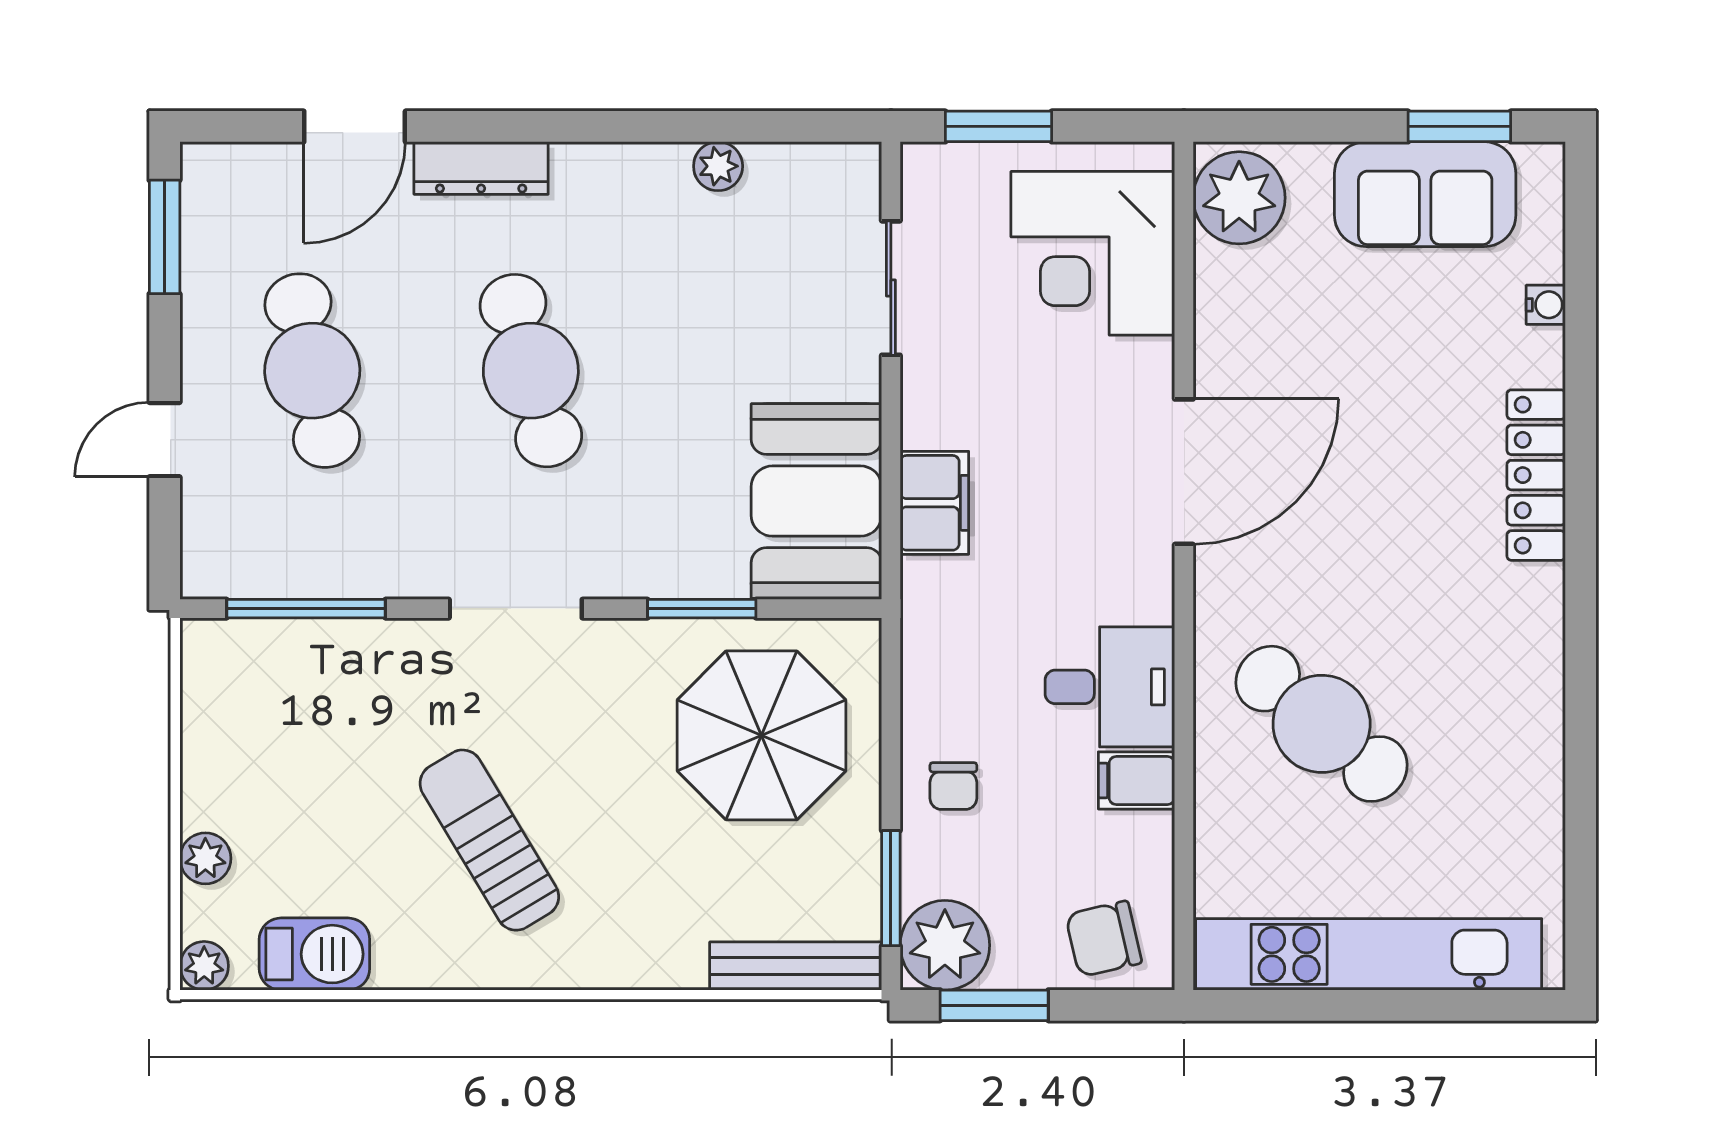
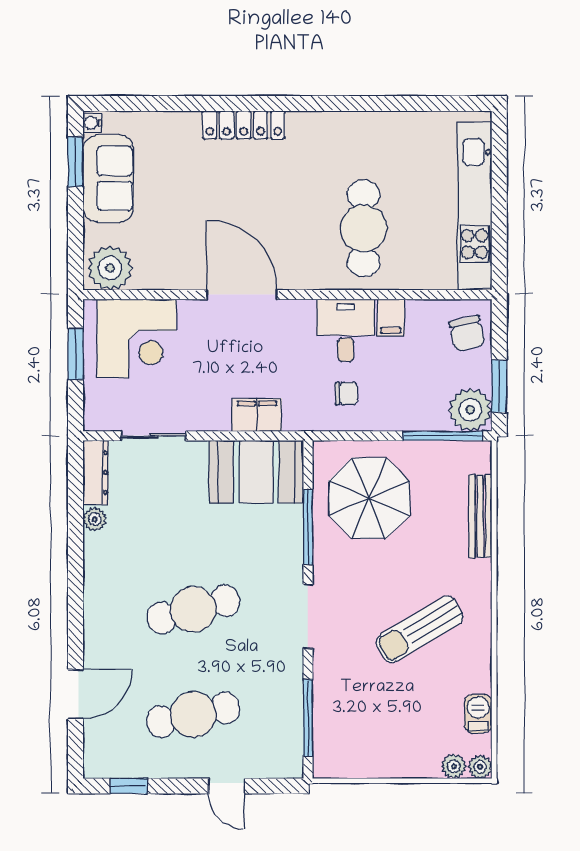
door: (355, 126) -> (76, 694), hinge flipped
window: (999, 126) -> (76, 354), moved
dresser: (481, 168) -> (96, 473), moved
window: (165, 237) -> (129, 786), width x0.67
water cooler: (1546, 305) -> (92, 123), moved, turned -90
window: (702, 609) -> (308, 527), width x1.44
cafe table: (1322, 724) -> (364, 228), turned -40
chair: (953, 786) -> (346, 393), moved
plant: (205, 858) -> (454, 766), moved
window: (891, 888) -> (443, 436), width x1.44
barbecue: (314, 954) -> (478, 714), width x0.73, depth x0.79
bench: (796, 966) -> (480, 516), moved

